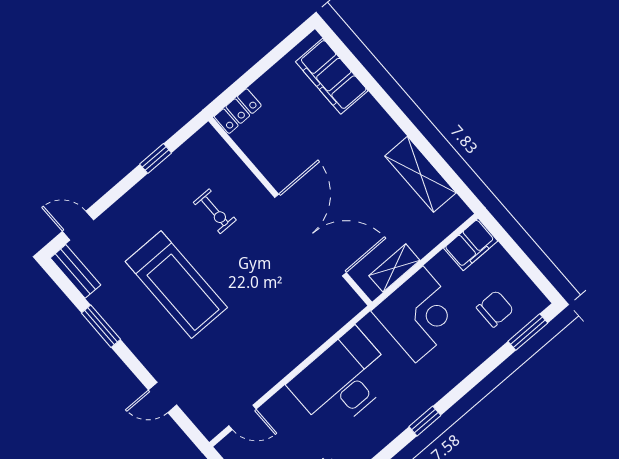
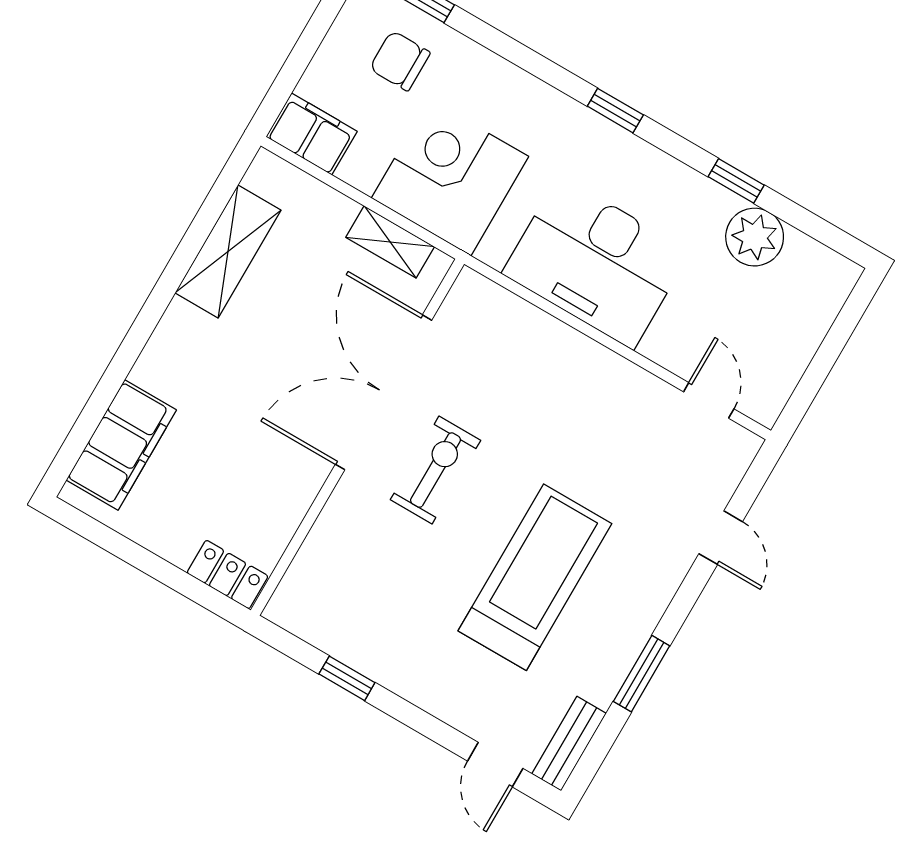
exercise bike: (215, 211) -> (435, 470), moved, width x1.38, depth x1.39

